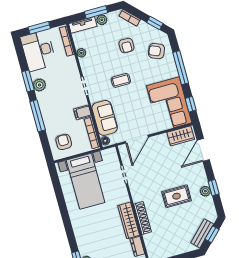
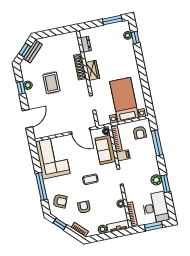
window: (96, 12) -> (107, 236), removed
window: (191, 104) -> (35, 156), removed
window: (38, 116) -> (157, 143), moved
wardrobe: (181, 136) -> (45, 131), removed
door: (137, 139) -> (81, 131), swing flipped
rug: (177, 196) -> (51, 83), turned 90
wardrobe: (129, 220) -> (92, 70), width x0.67

